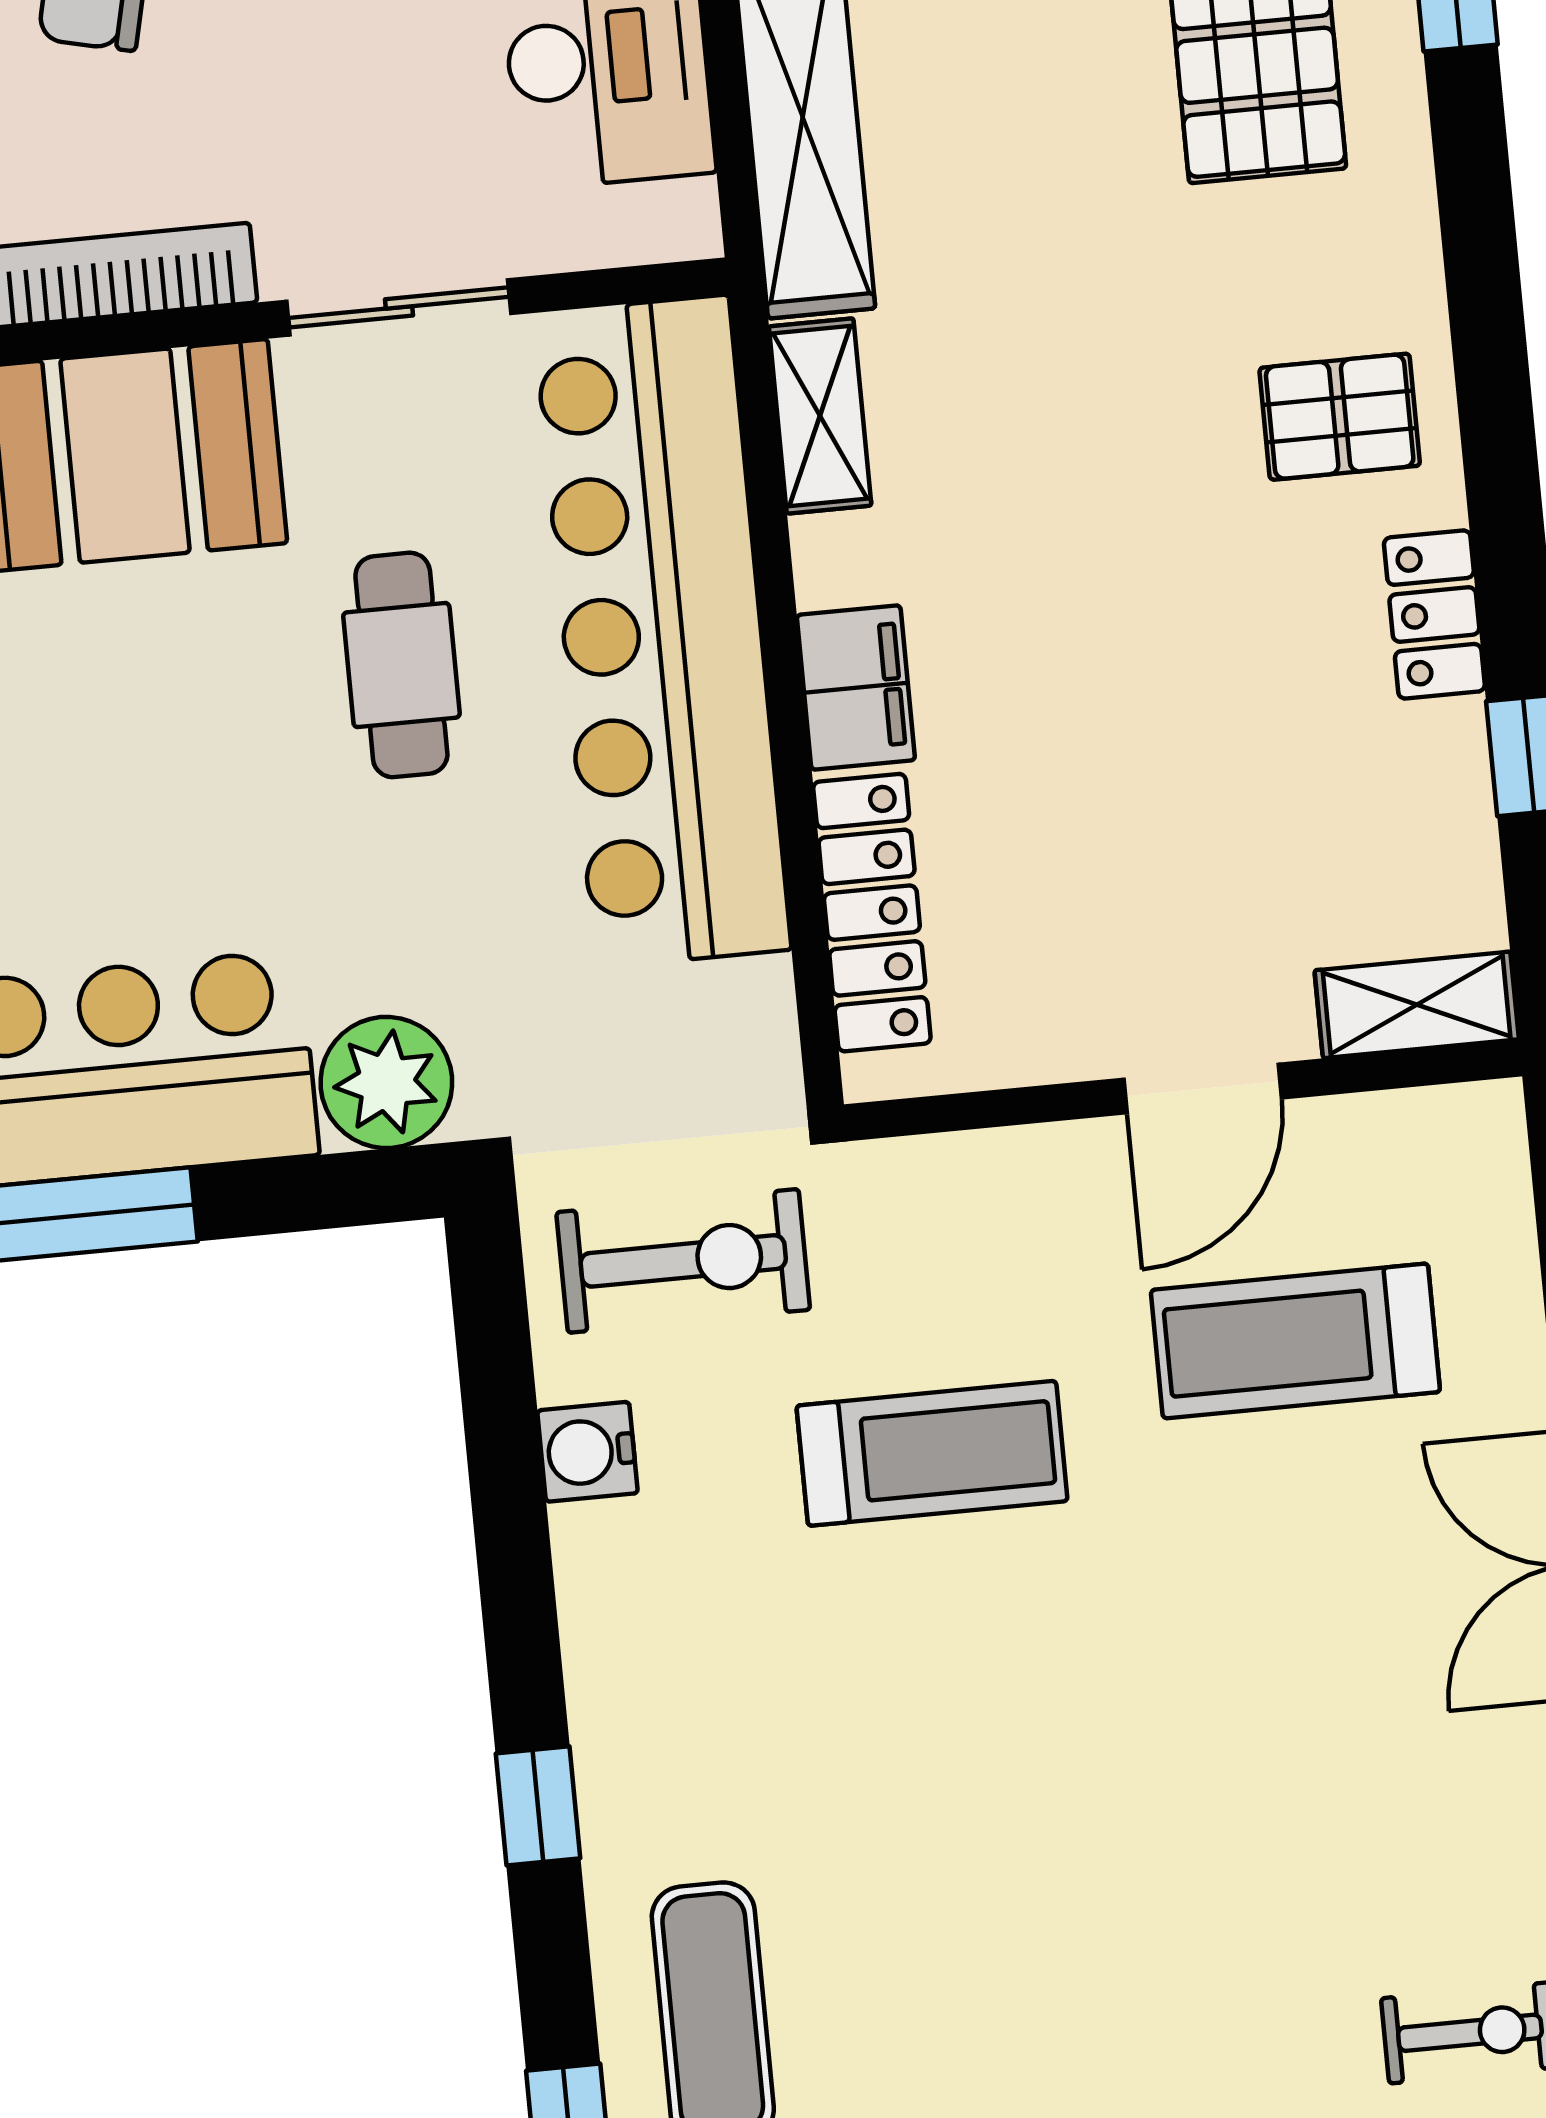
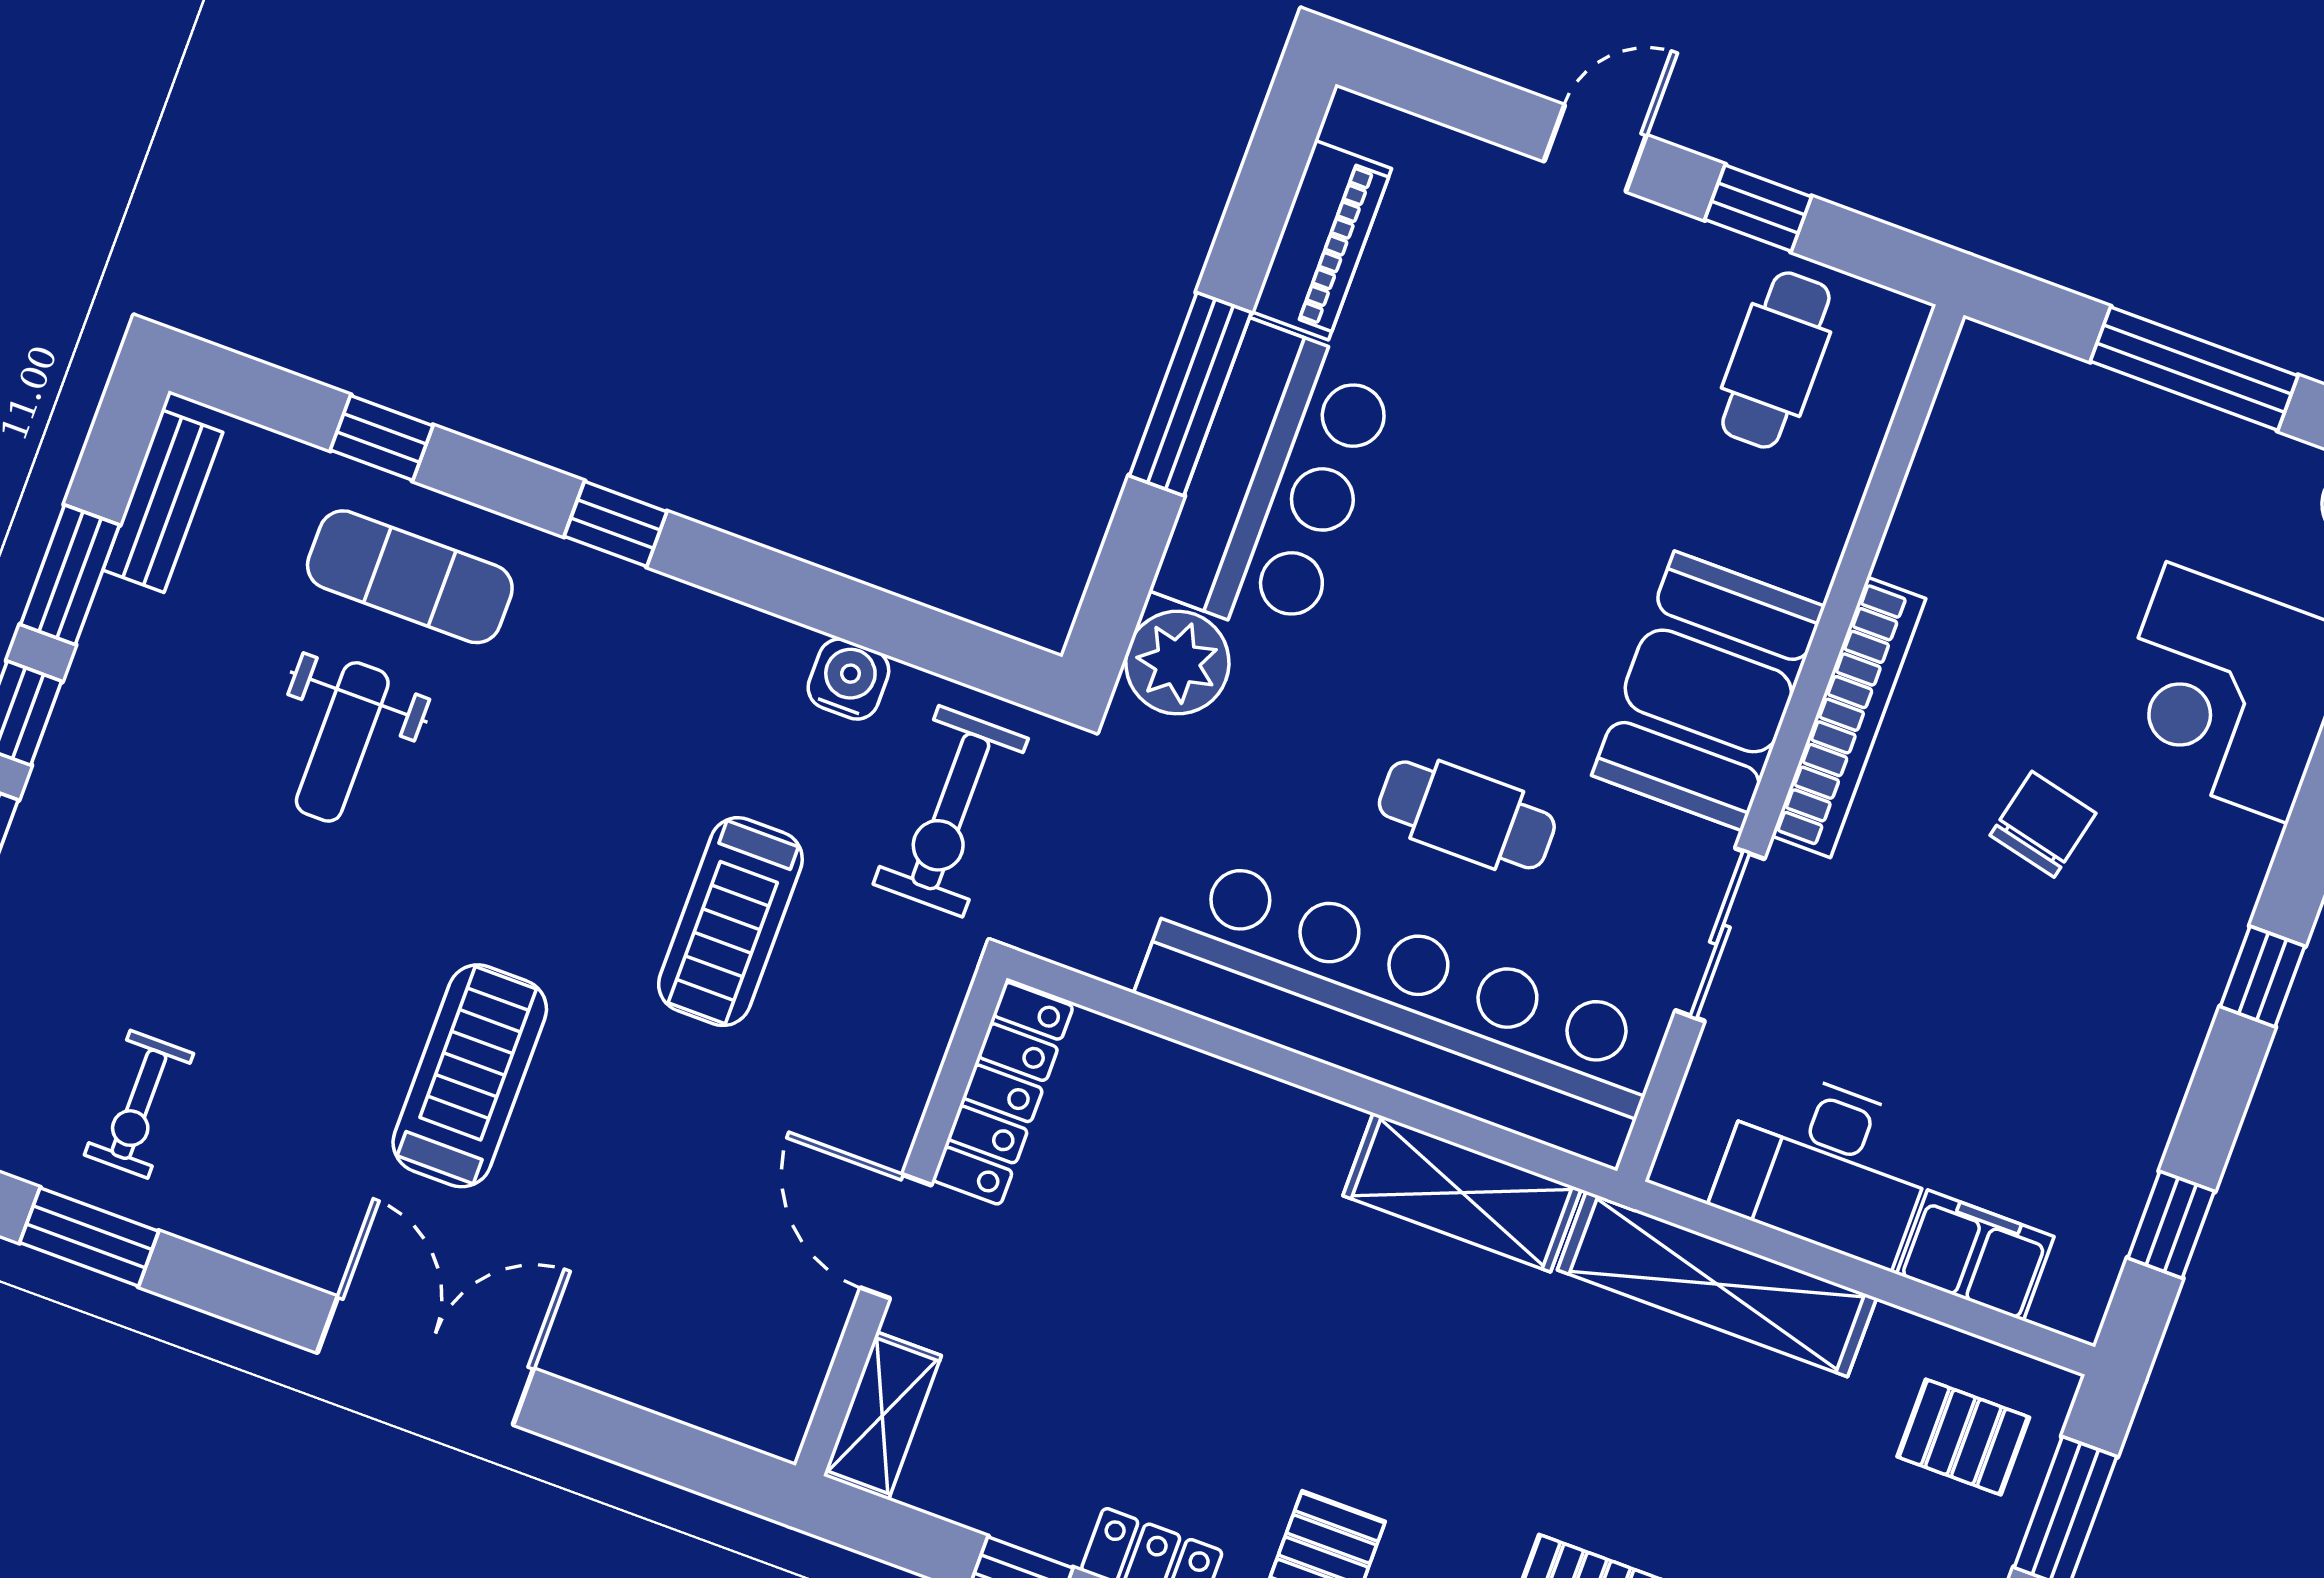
shelving: (820, 416) -> (1462, 1192), width x1.50, depth x1.33
filing cabinet: (856, 688) -> (1297, 1128), removed
locker: (872, 913) -> (1003, 1093), moved, turned -90
treadmill: (1295, 1341) -> (470, 1076), moved
weight bench: (940, 2000) -> (342, 742), added

